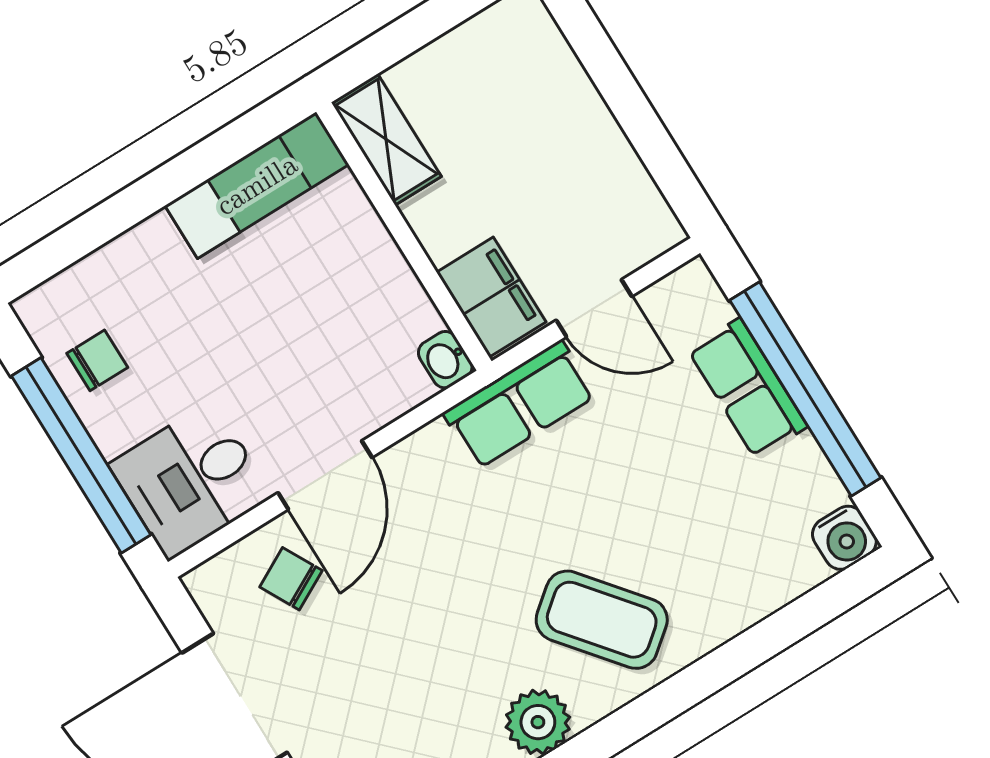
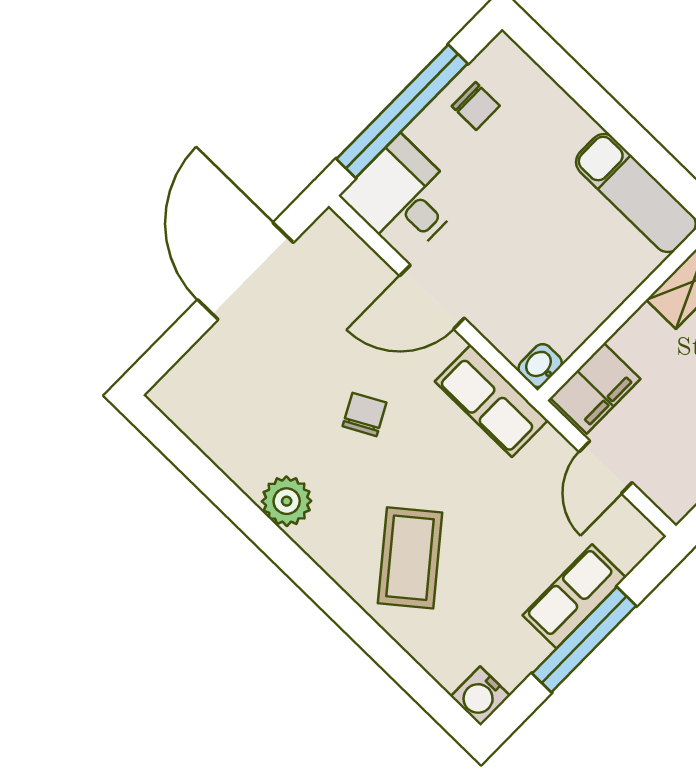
window: (805, 389) -> (584, 640), width x0.68
row of seats: (519, 404) -> (491, 401), moved
chair: (291, 579) -> (365, 414), moved
coffee table: (602, 620) -> (410, 558), moved

